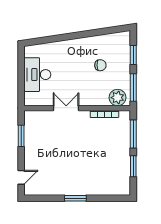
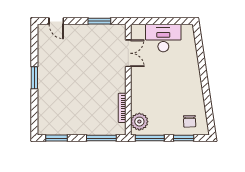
chair: (100, 65) -> (190, 121), moved
double door: (66, 108) -> (128, 53), moved
window: (133, 166) -> (57, 138), moved

